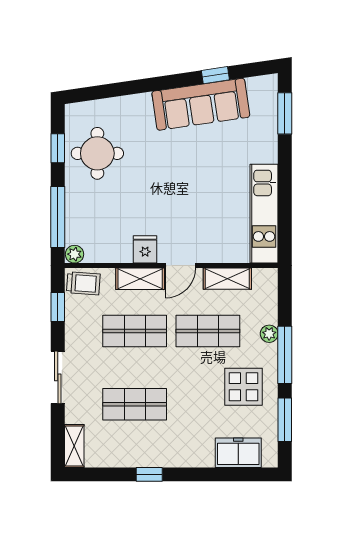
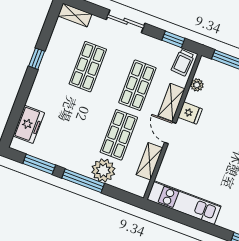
plant: (75, 254) -> (197, 85), moved
plant: (269, 334) -> (103, 170), width x1.88, depth x1.88
display table: (243, 387) -> (72, 145), removed

